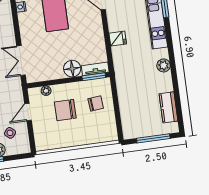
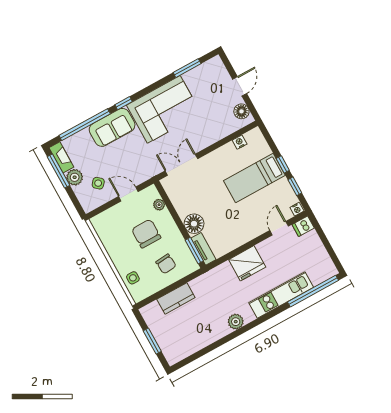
fridge: (118, 39) -> (247, 263), width x1.88, depth x1.34
kitchen counter: (168, 107) -> (176, 298), moved, turned 180
side table: (97, 134) -> (133, 278), added
window: (153, 138) -> (152, 341), width x0.69

